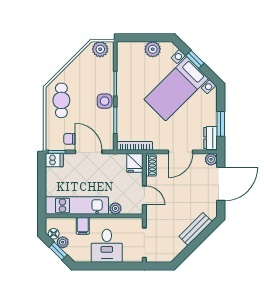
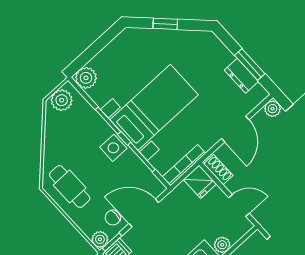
plant: (153, 49) -> (86, 78), moved
bed with nightstands: (176, 89) -> (154, 107), moved, turned -135
dresser: (211, 138) -> (241, 76), moved
plant: (51, 144) -> (100, 239), added

